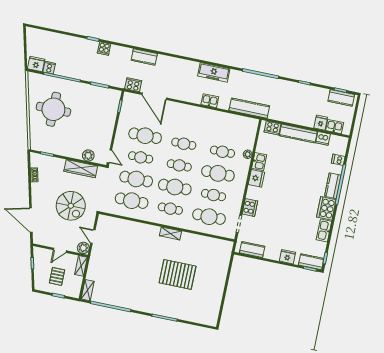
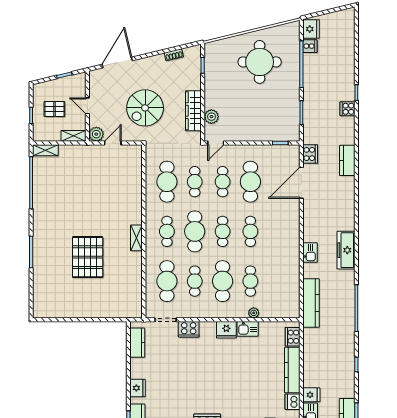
cafe table: (136, 179) -> (195, 182), width x0.73, depth x0.74

